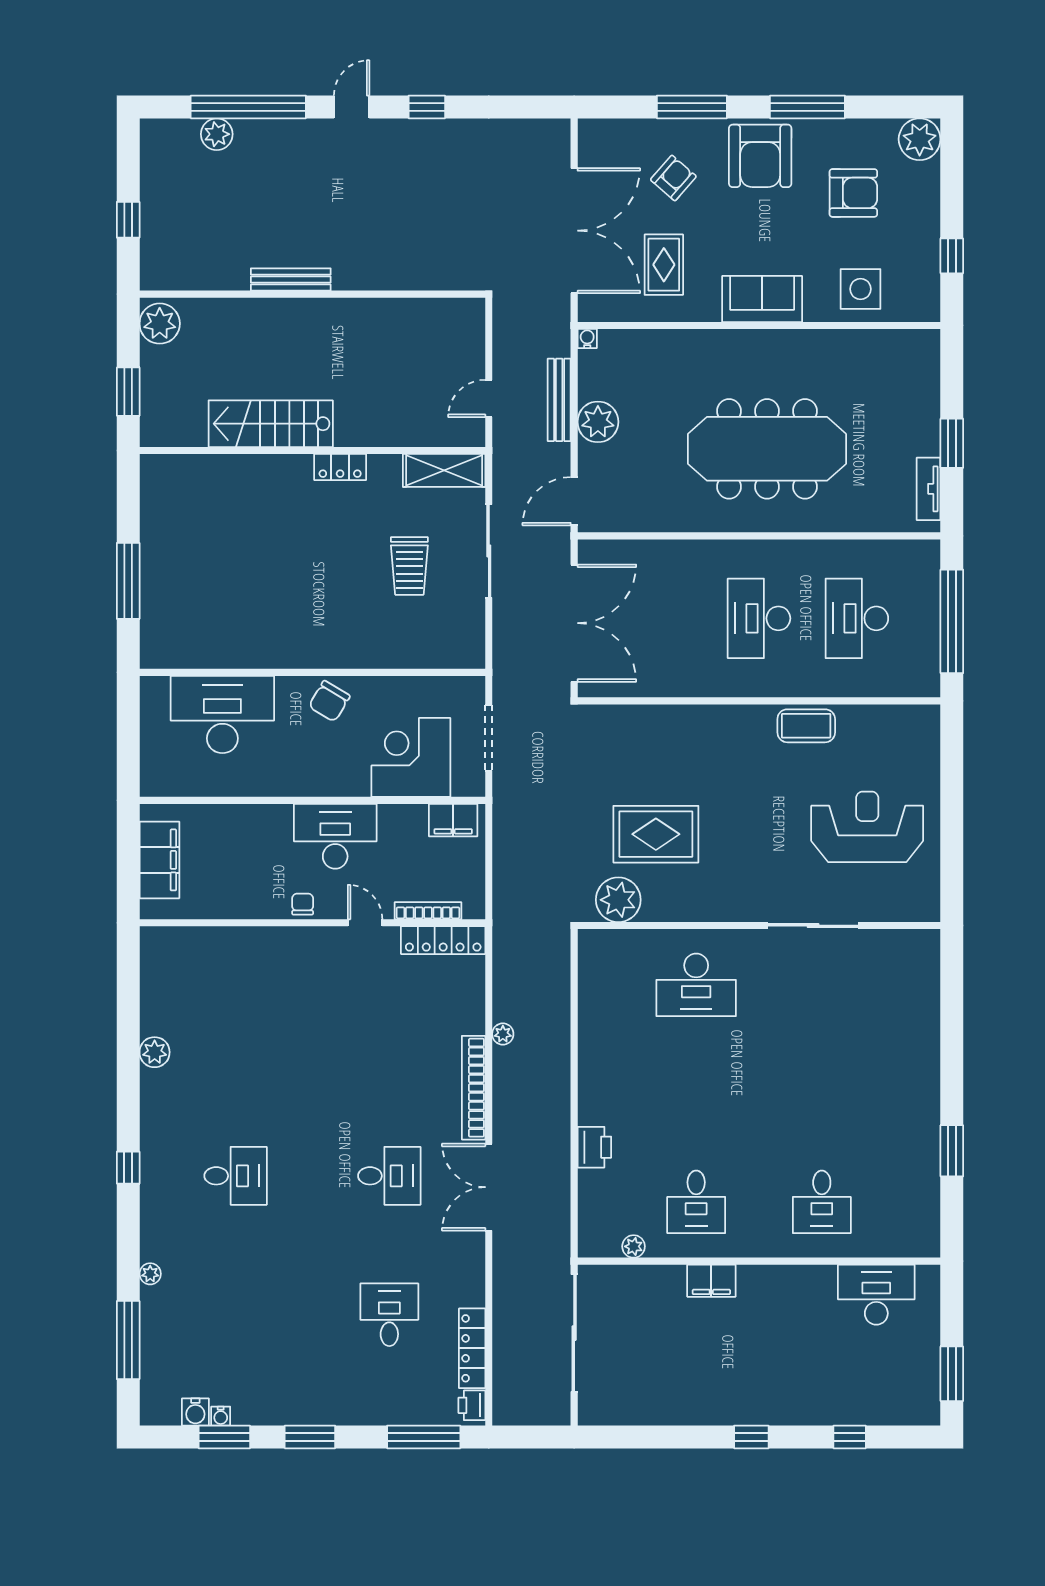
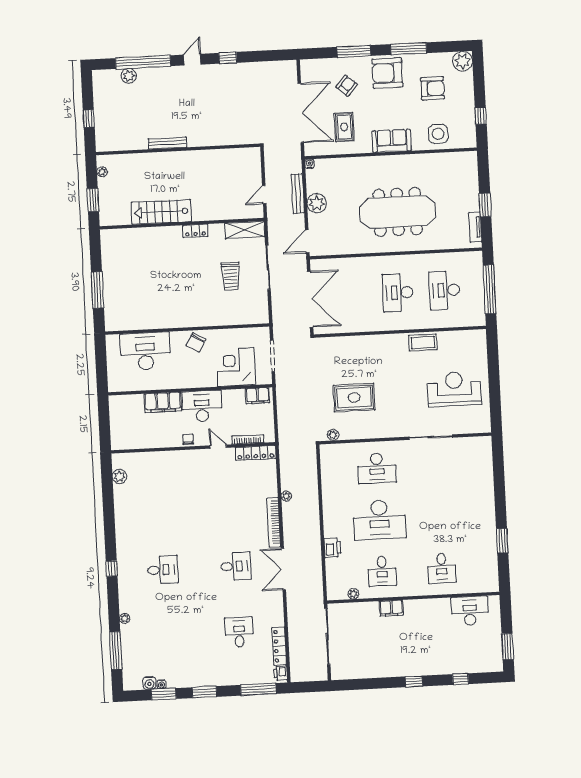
armchair: (760, 156) -> (387, 73), turned 90
plant: (160, 324) -> (102, 172), width x0.53, depth x0.53
filing cabinet: (159, 860) -> (163, 402), moved, turned 90
plant: (618, 900) -> (333, 435), width x0.53, depth x0.53
plant: (155, 1052) -> (119, 477), moved
desk: (696, 1093) -> (379, 520), added

